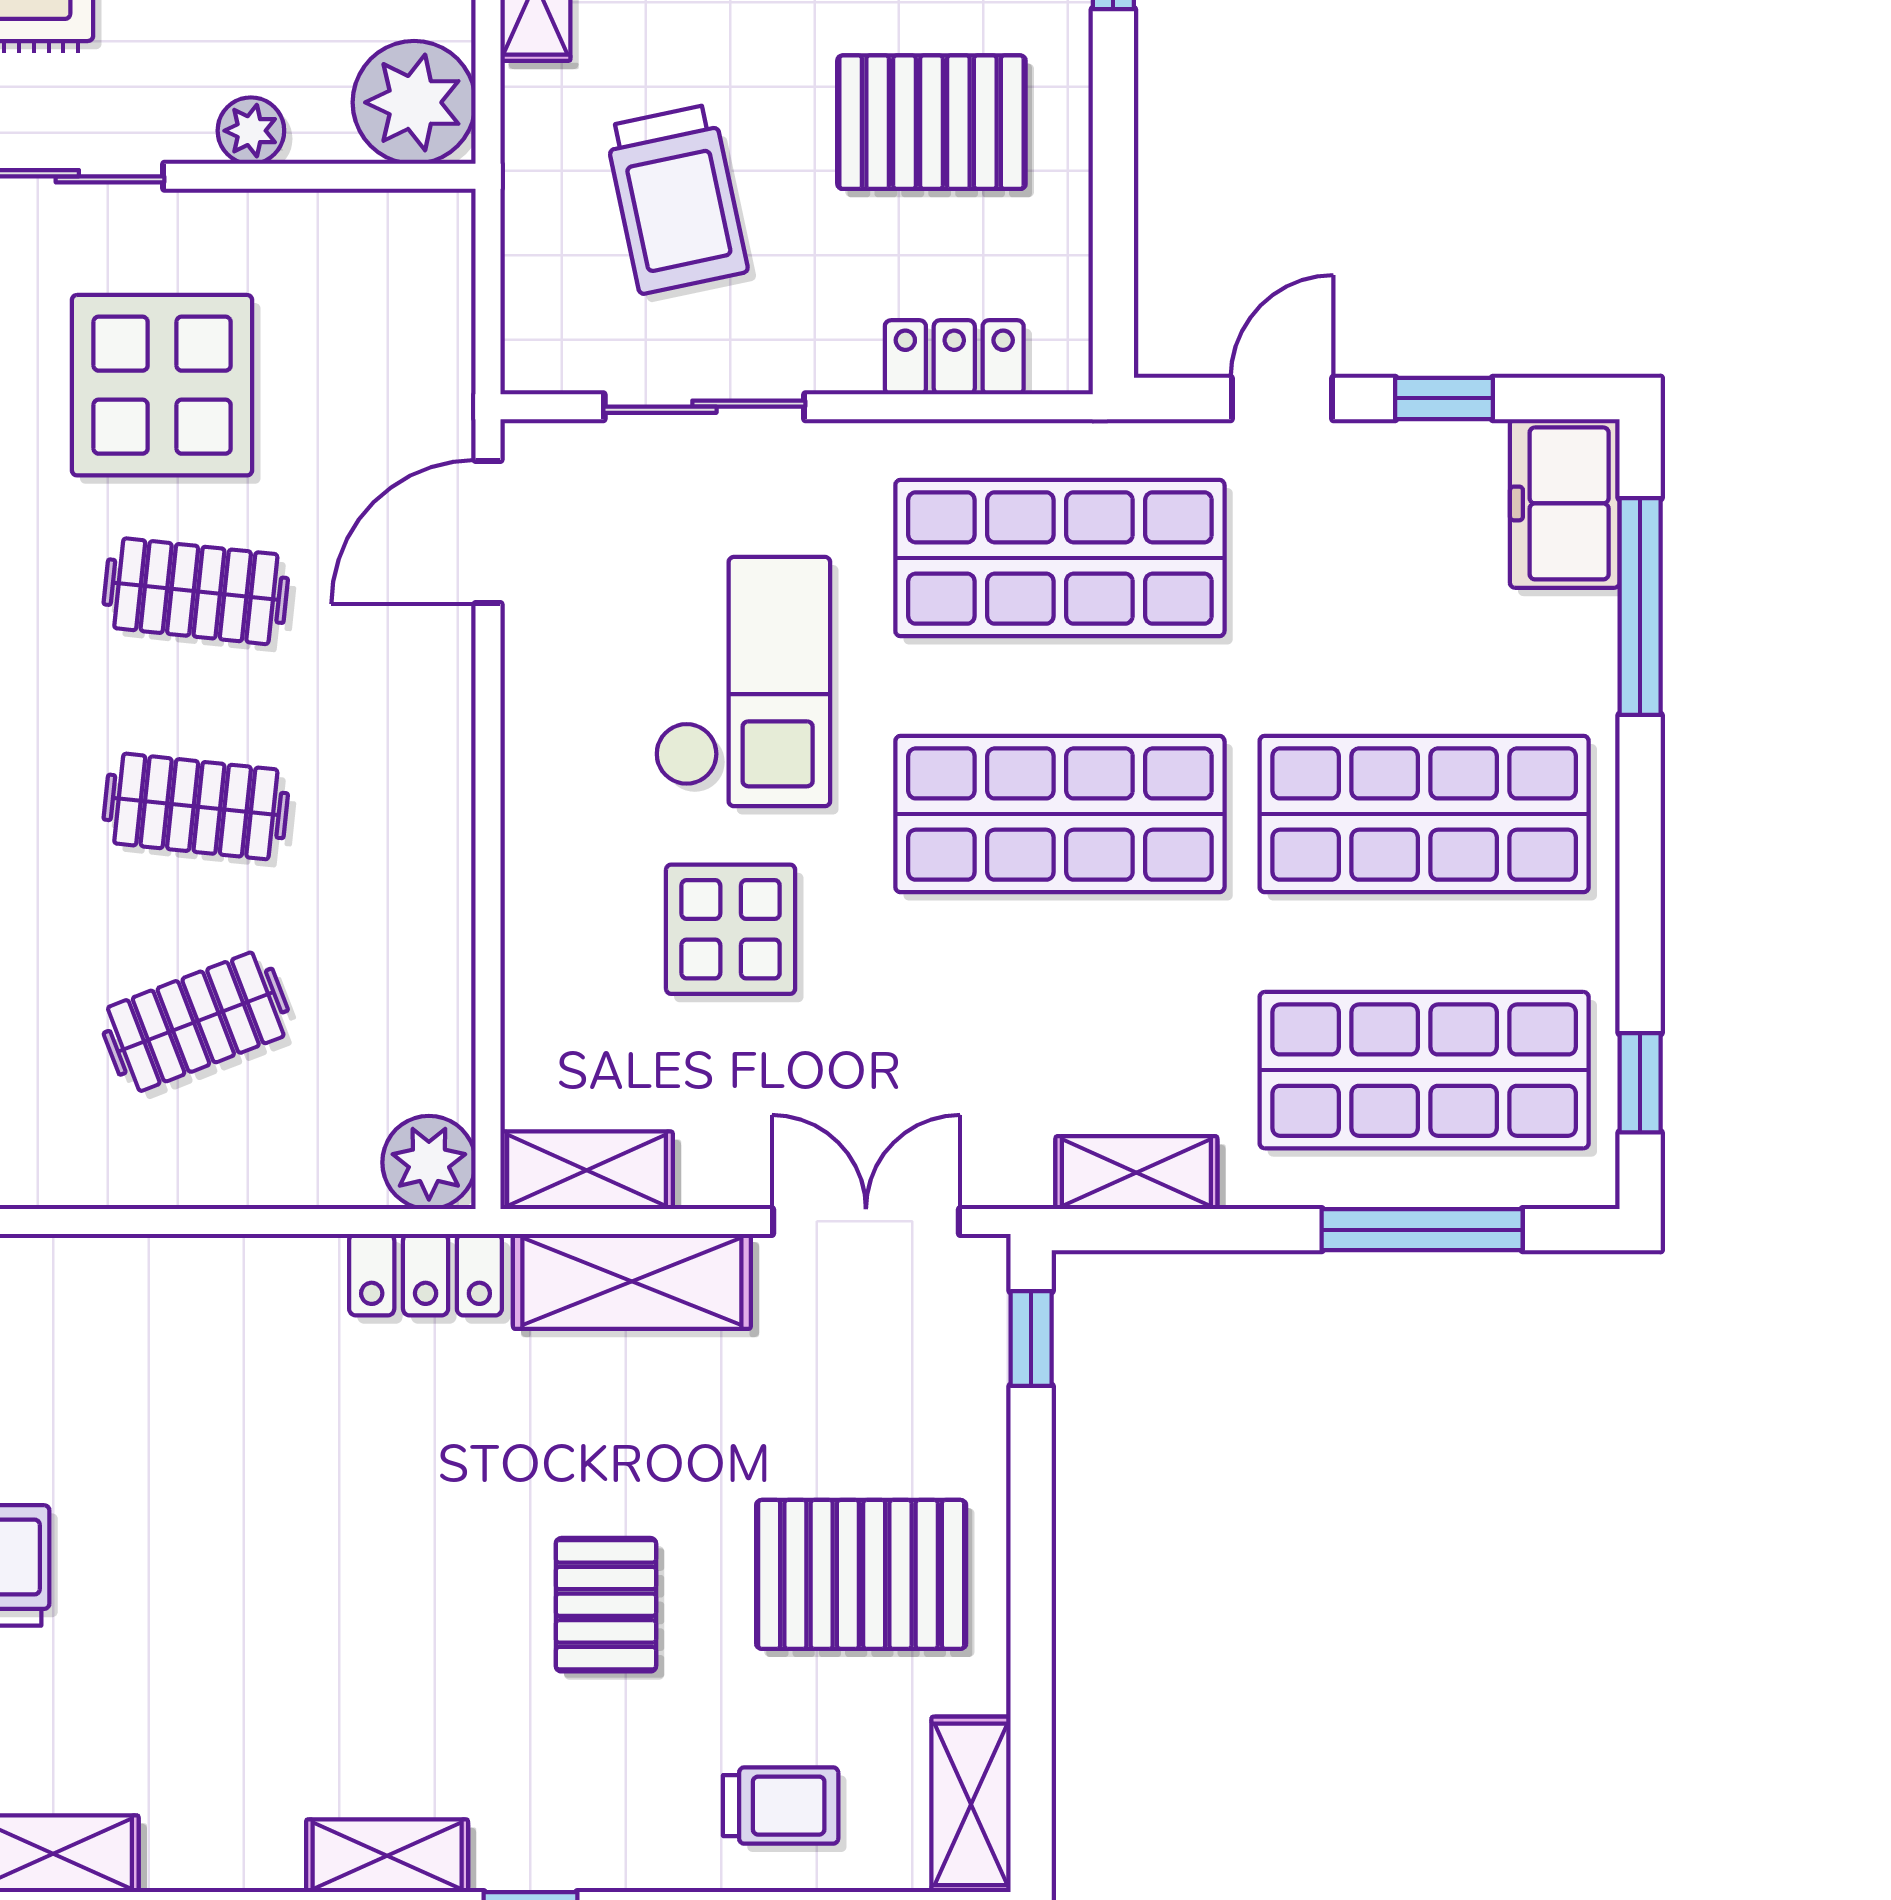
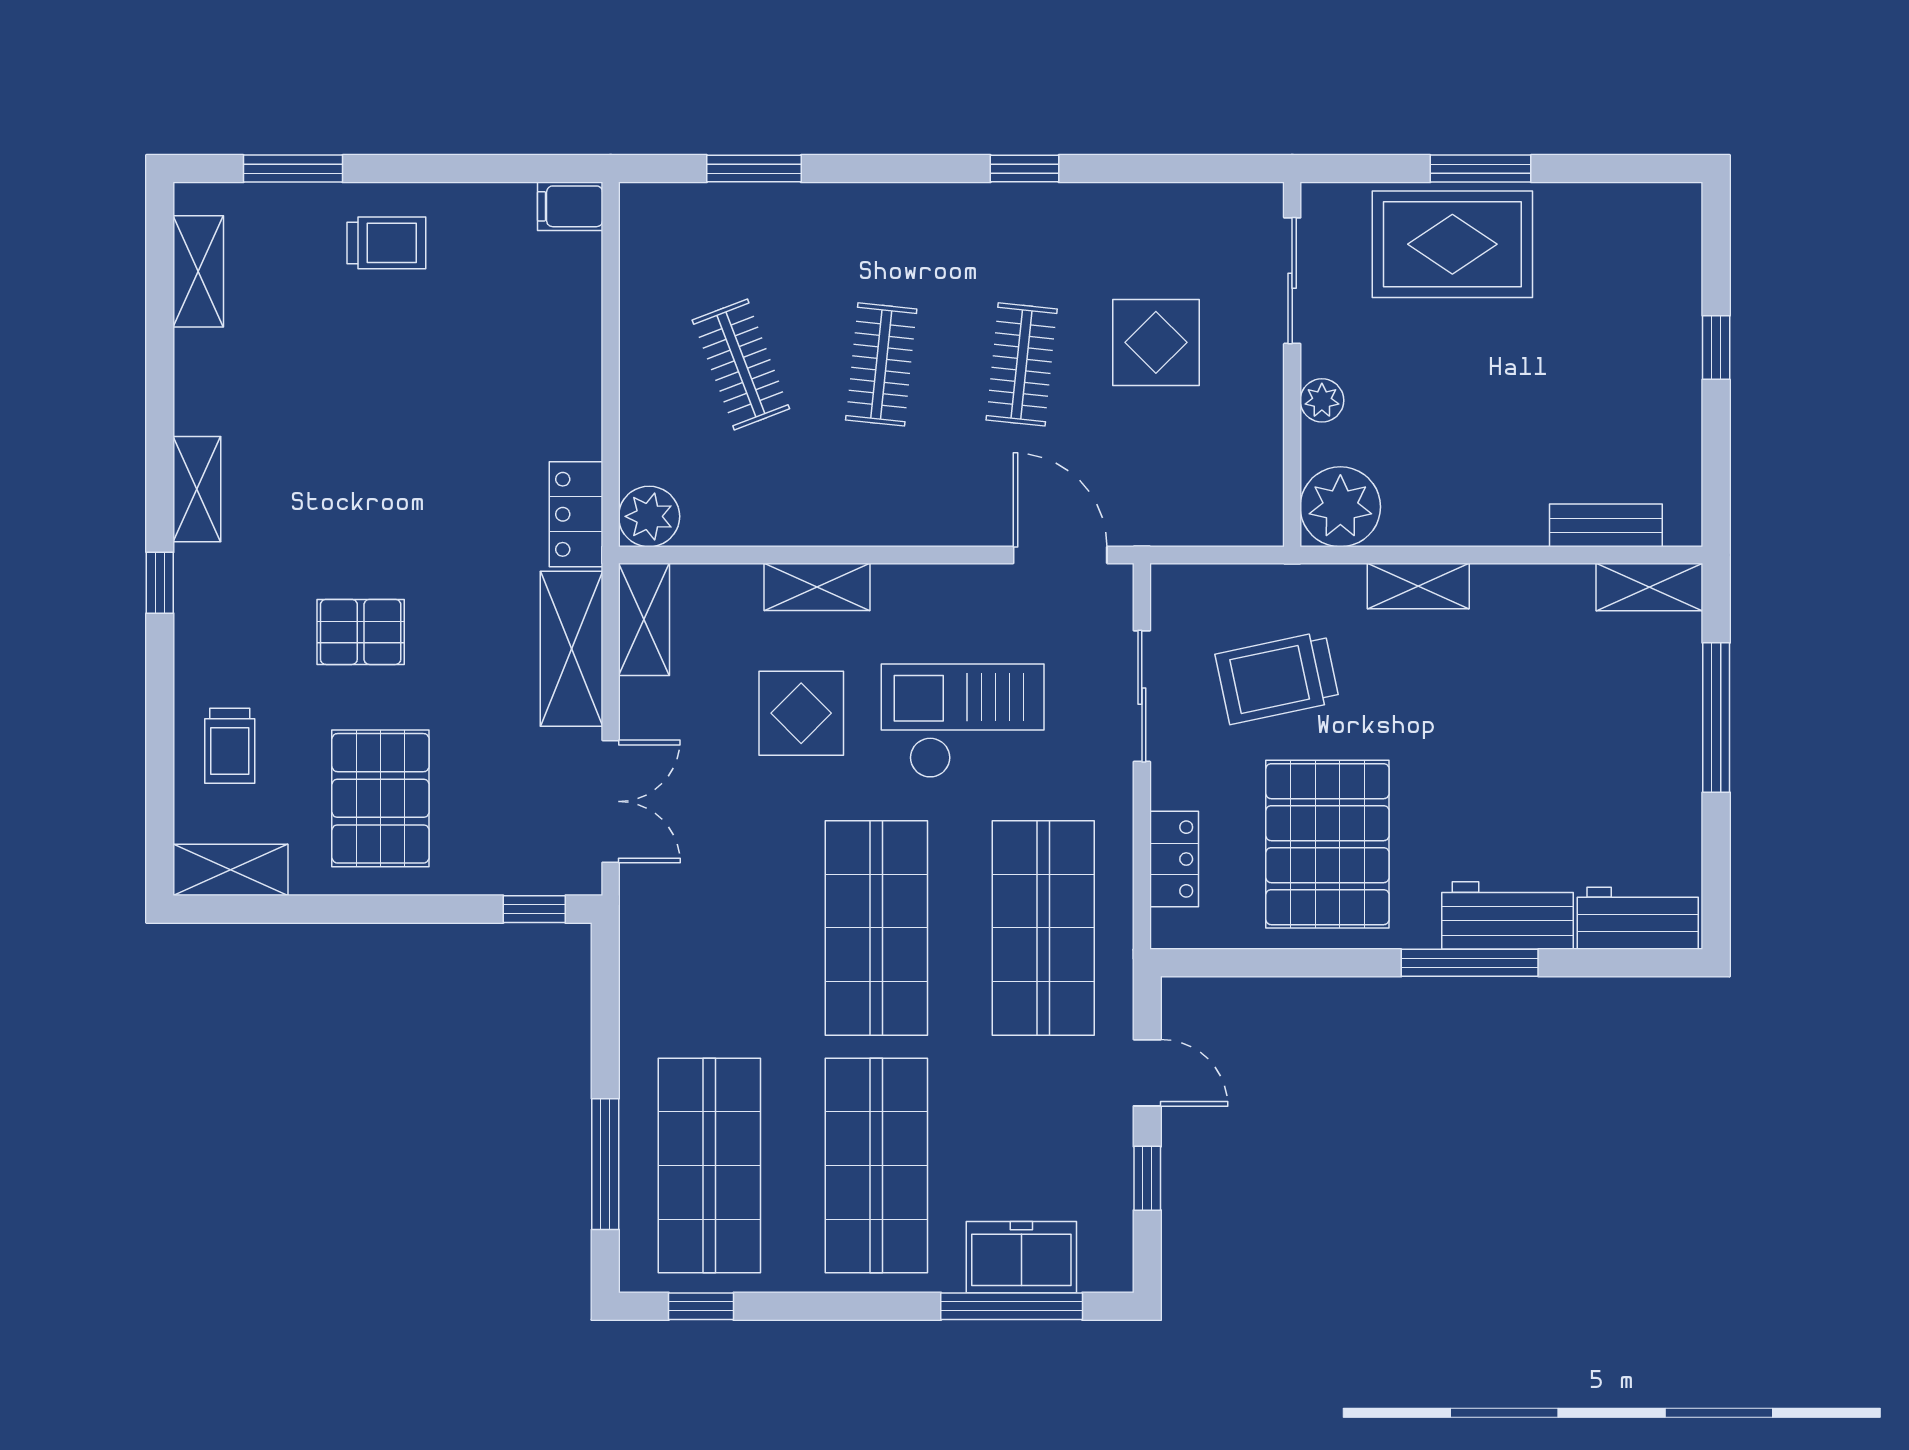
pallet: (931, 122) -> (1327, 844), width x1.37, depth x1.41
display table: (162, 385) -> (1156, 342), width x0.73, depth x0.73
freezer: (1565, 503) -> (1021, 1257), moved
checkout: (743, 682) -> (963, 721), turned 180
shelving: (1136, 1173) -> (817, 587), moved, turned 90

